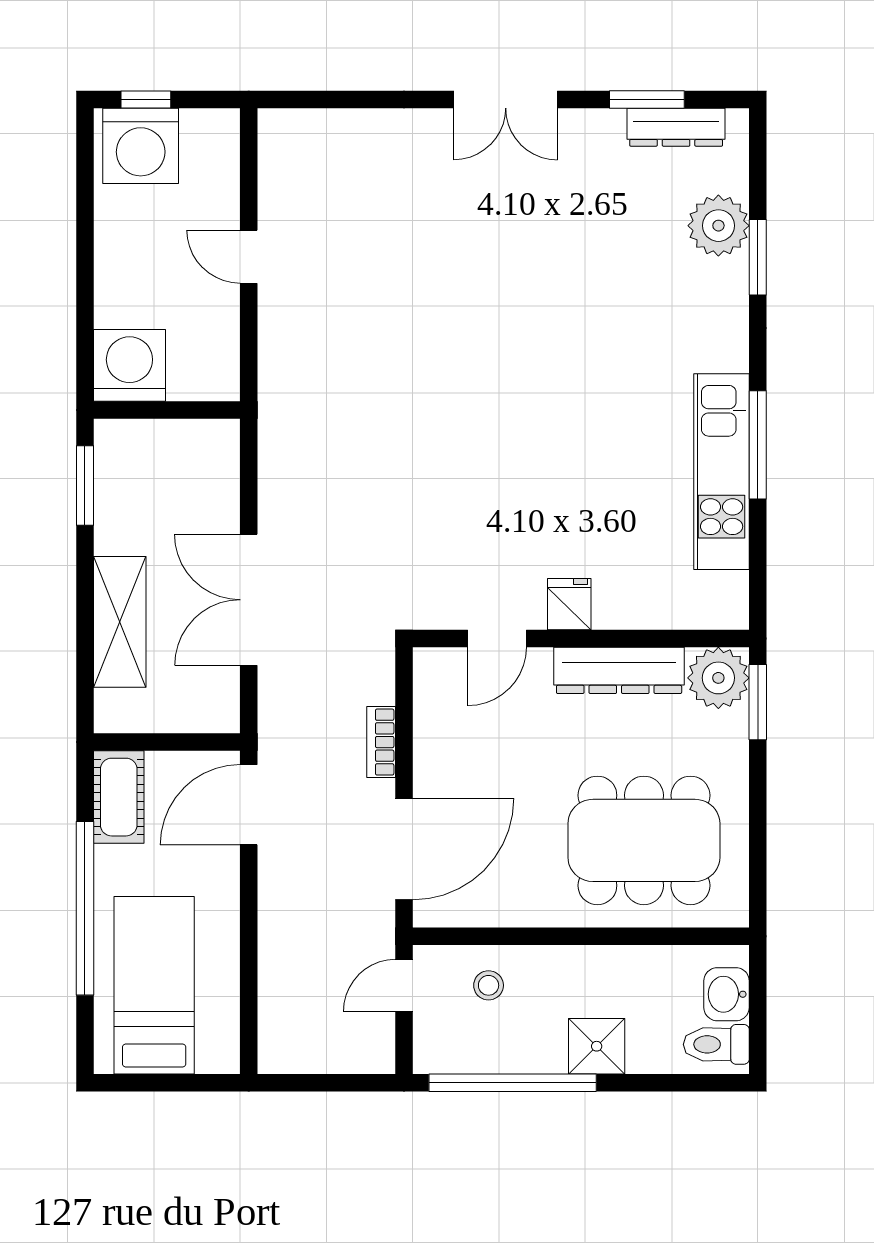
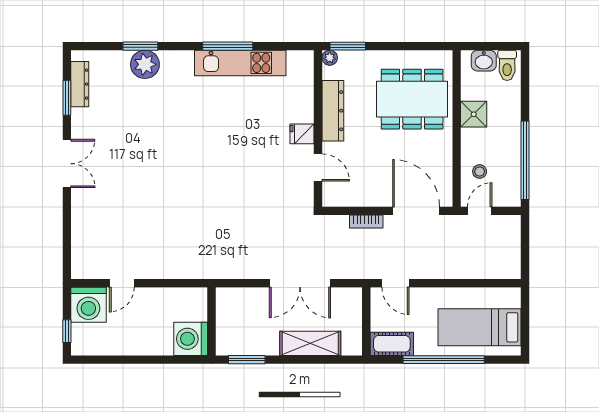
washing machine: (141, 146) -> (88, 305), moved, turned 90
plant: (718, 226) -> (145, 64), moved
door: (249, 257) -> (122, 283), moved
plant: (718, 678) -> (330, 58), width x0.53, depth x0.53
door: (249, 805) -> (395, 283), width x0.73
dining table: (644, 840) -> (412, 99), turned 90
door: (404, 985) -> (480, 211), swing flipped
shower: (597, 1046) -> (474, 114), moved

